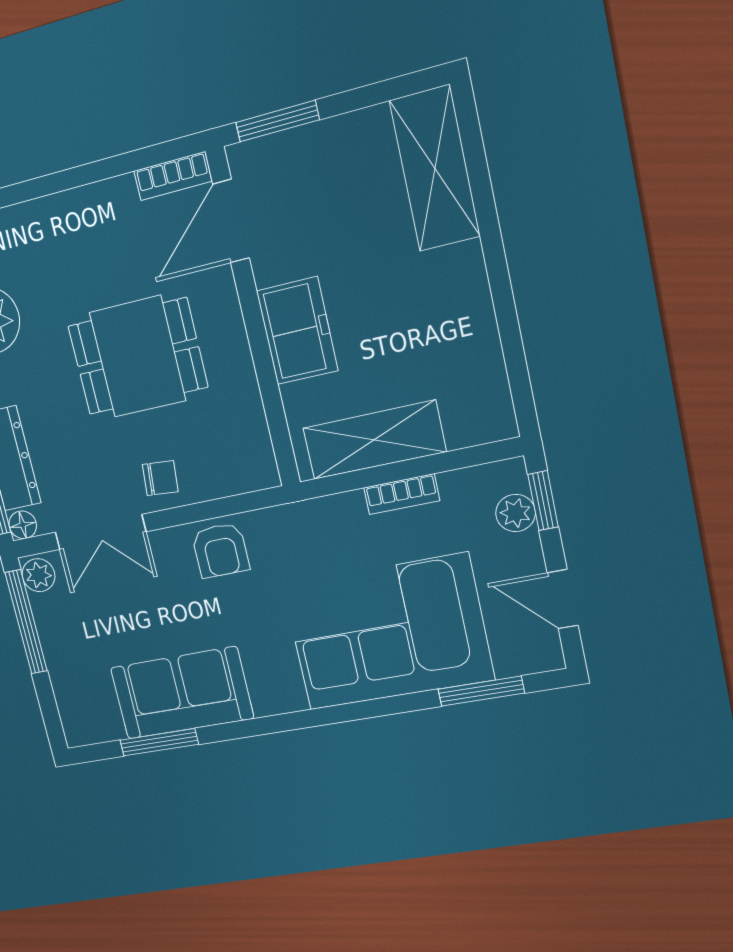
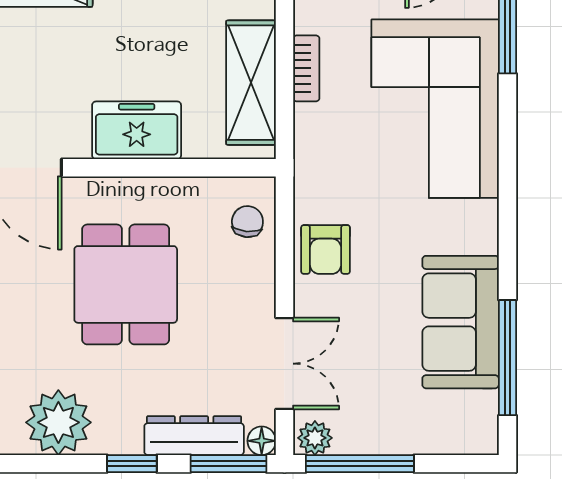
chair: (160, 478) -> (247, 222), moved
armchair: (221, 550) -> (326, 249), turned 90
window: (159, 742) -> (507, 358), width x1.44

